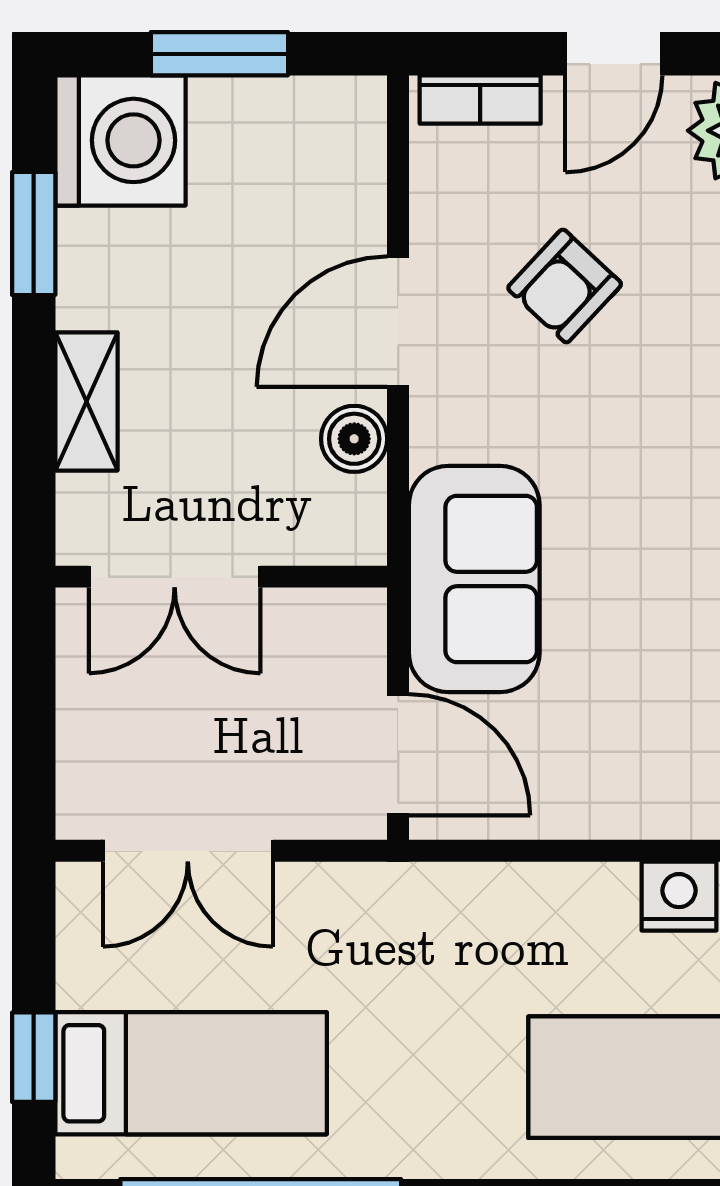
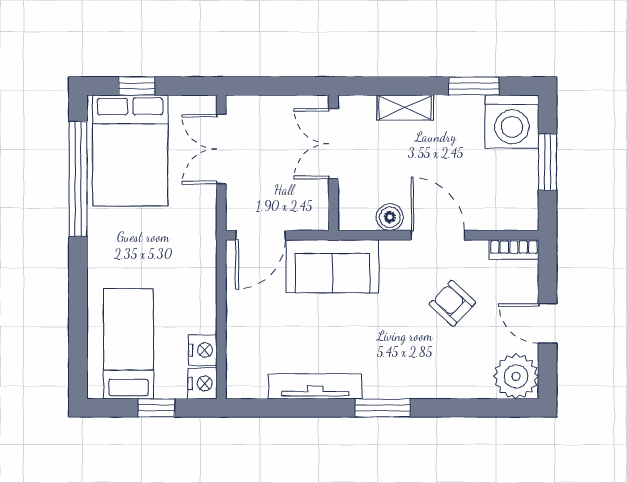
bookcase: (480, 99) -> (514, 249), moved, turned -90
bed: (191, 1073) -> (130, 150), width x1.50

